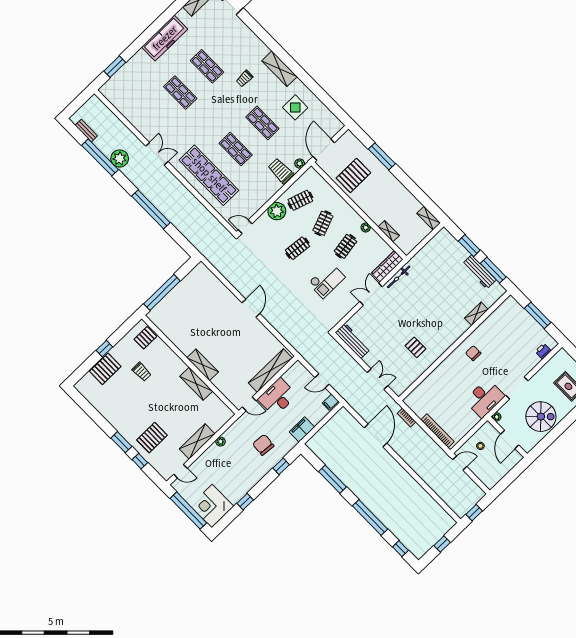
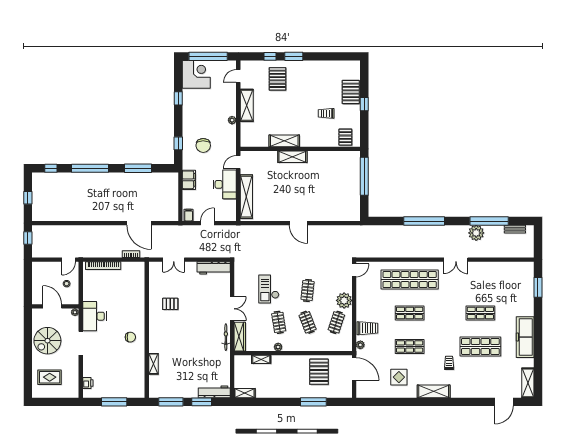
shop shelf: (207, 66) -> (480, 347), width x1.43, depth x1.36
workbench: (479, 272) -> (214, 392), moved
chair: (263, 445) -> (203, 145), turned 85

